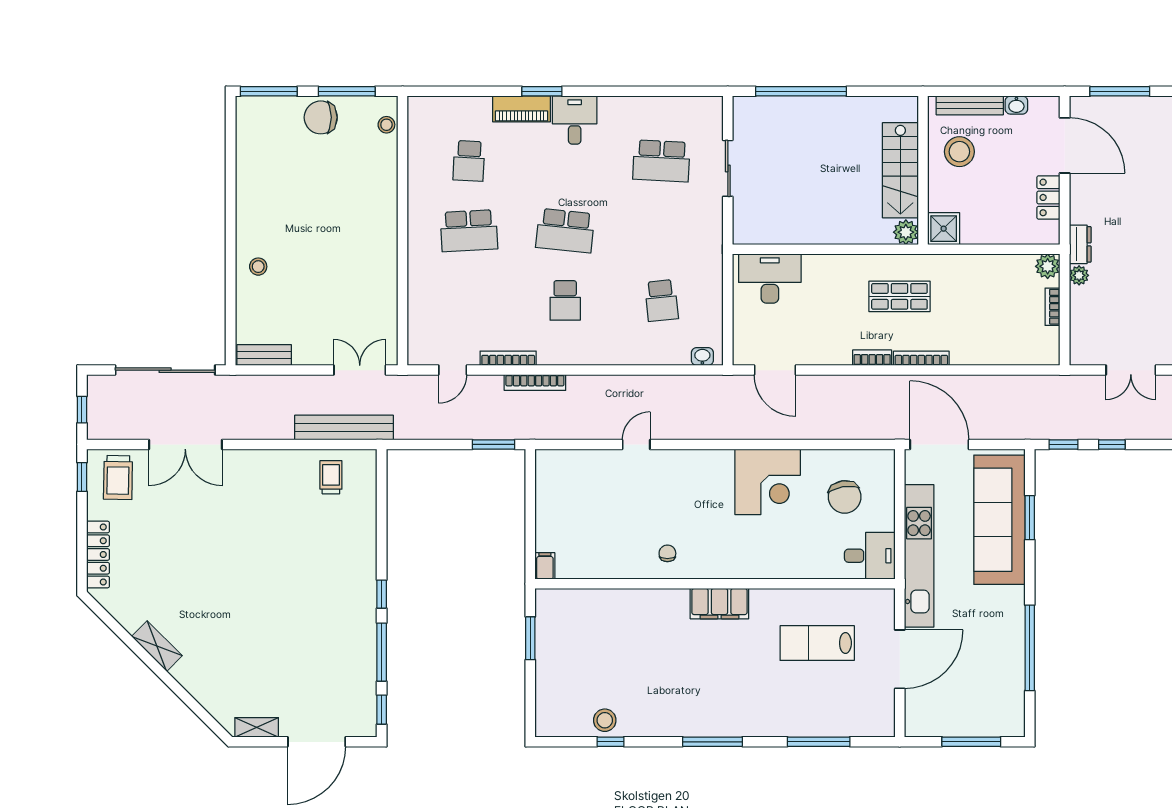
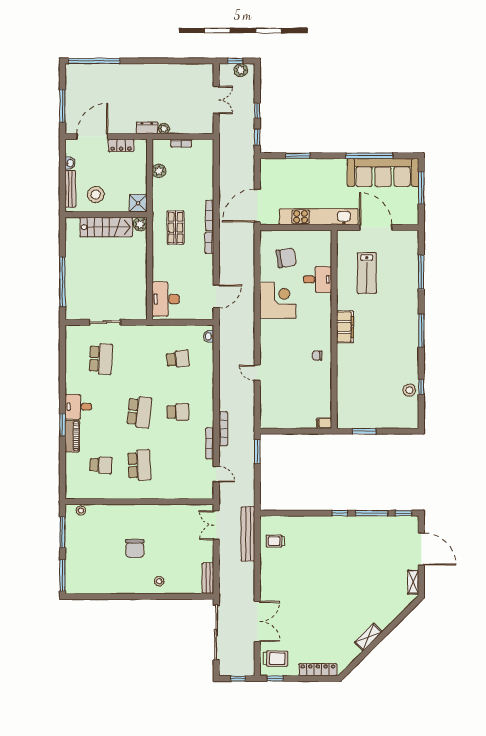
chair: (321, 117) -> (135, 548), moved
plant: (1048, 266) -> (159, 171), moved
sofa: (999, 520) -> (383, 172), moved
desk: (870, 556) -> (318, 279), moved, turned 90

